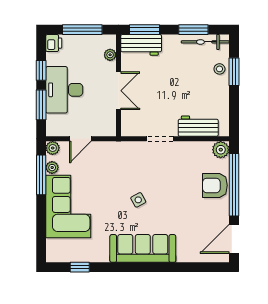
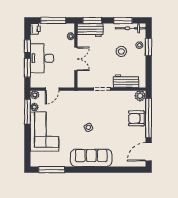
stool: (191, 79) -> (121, 51), added
window: (80, 267) -> (52, 170), width x2.17

